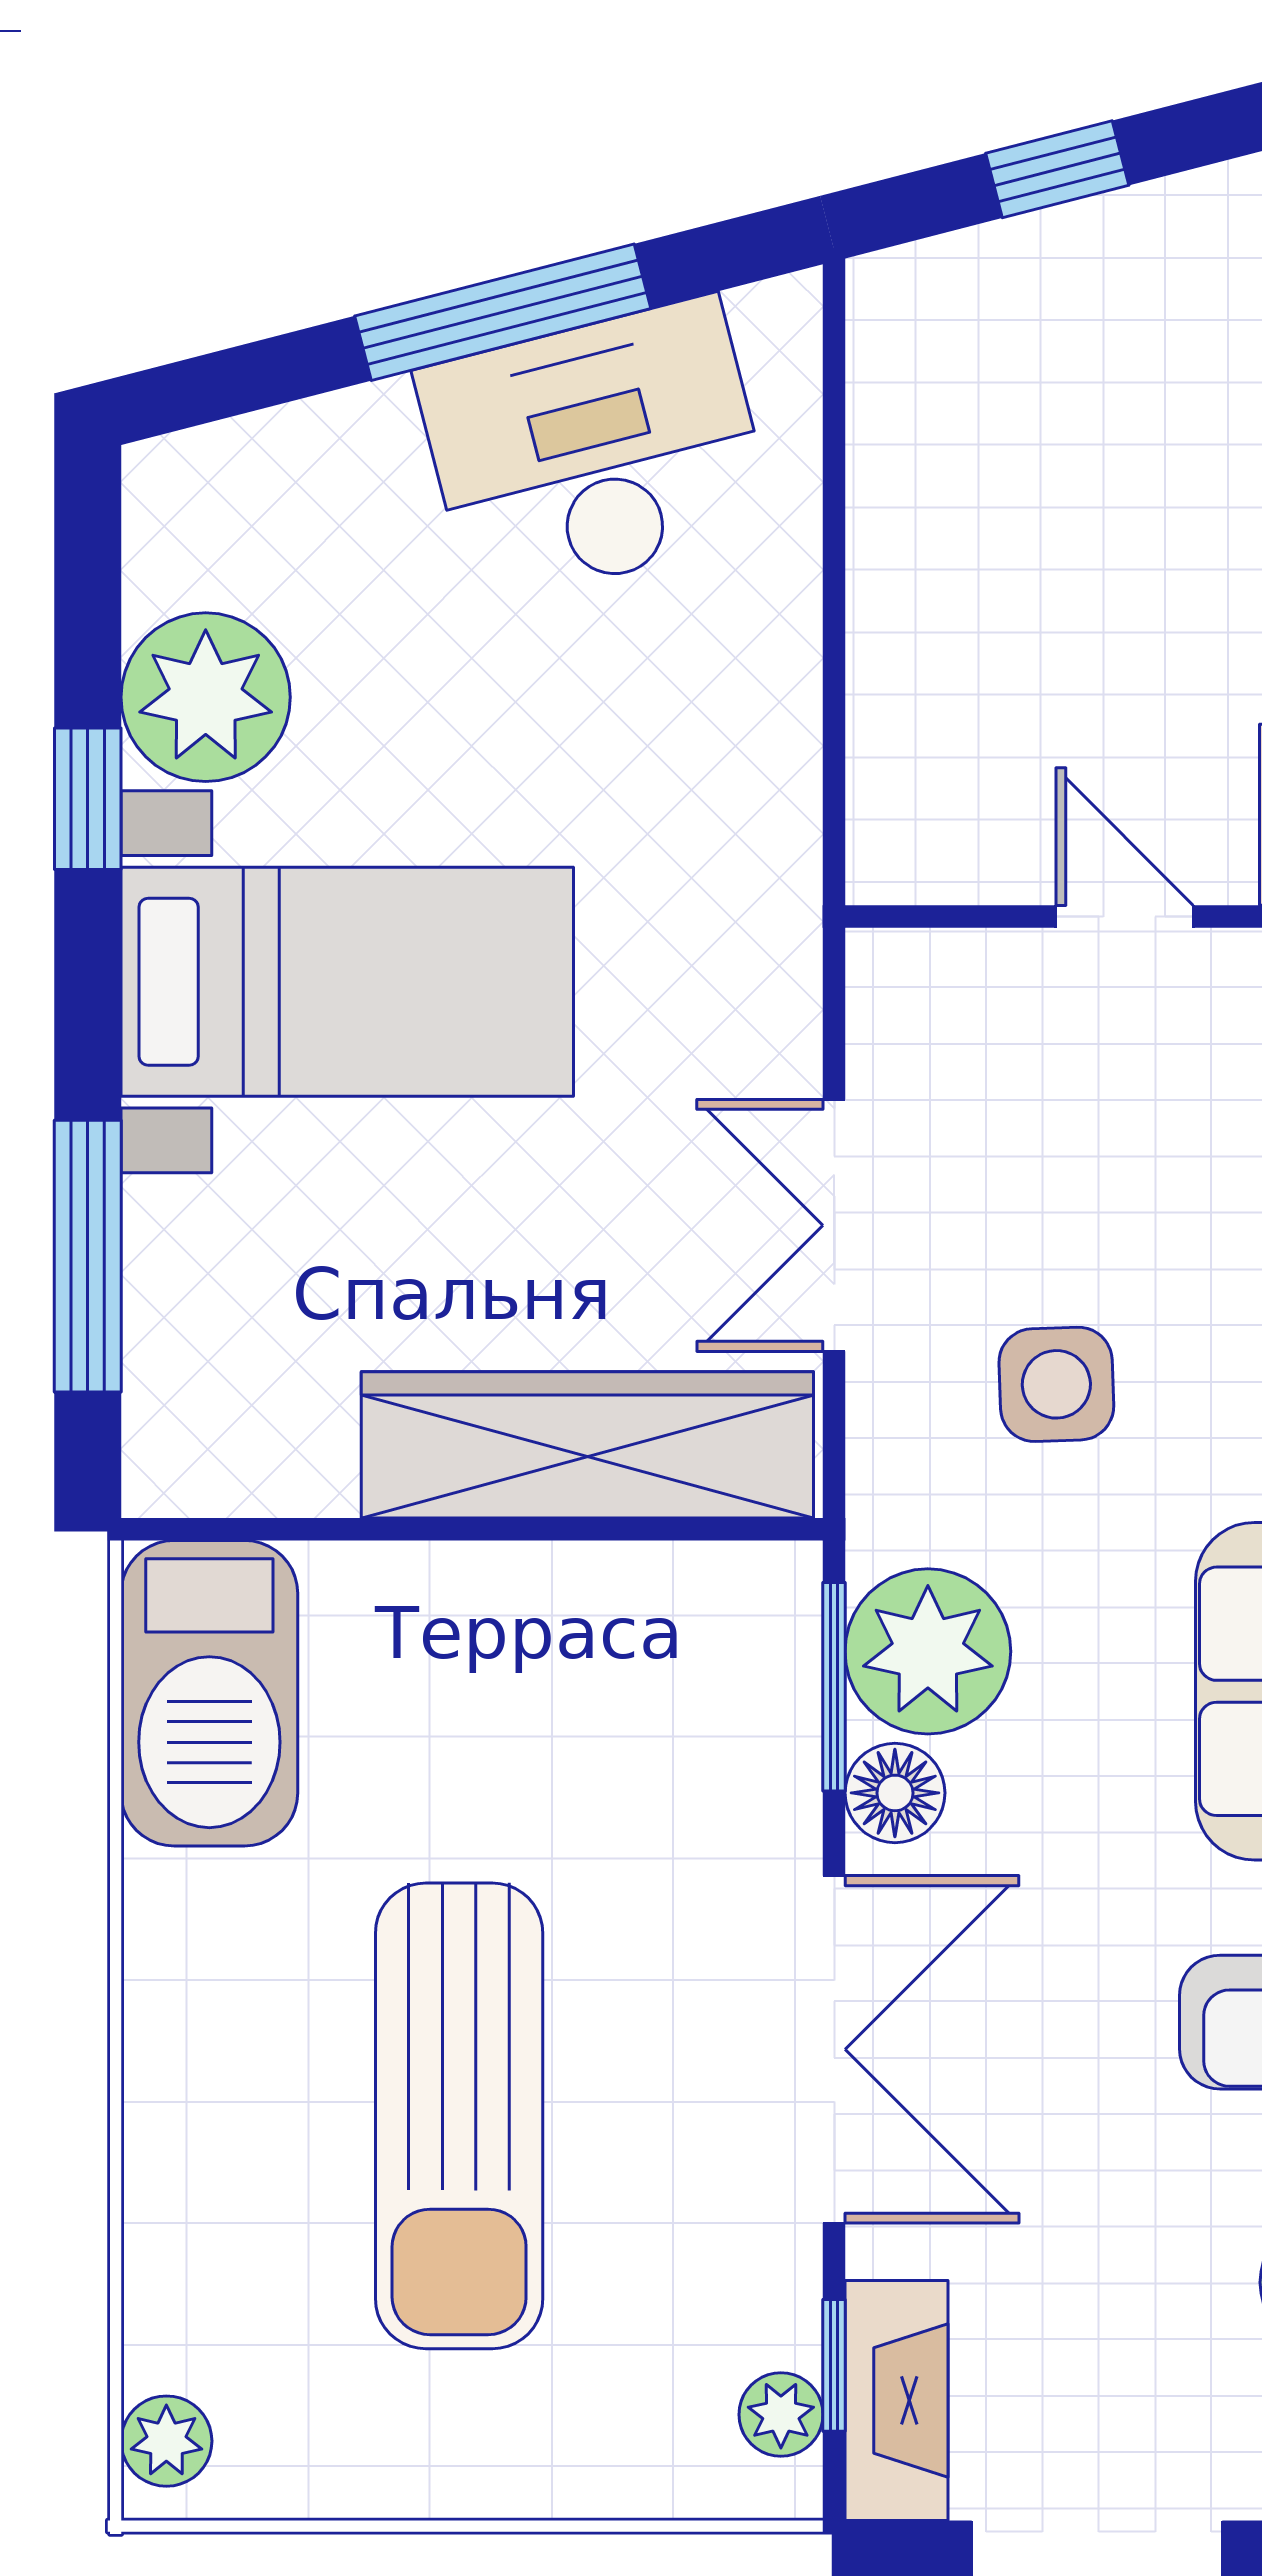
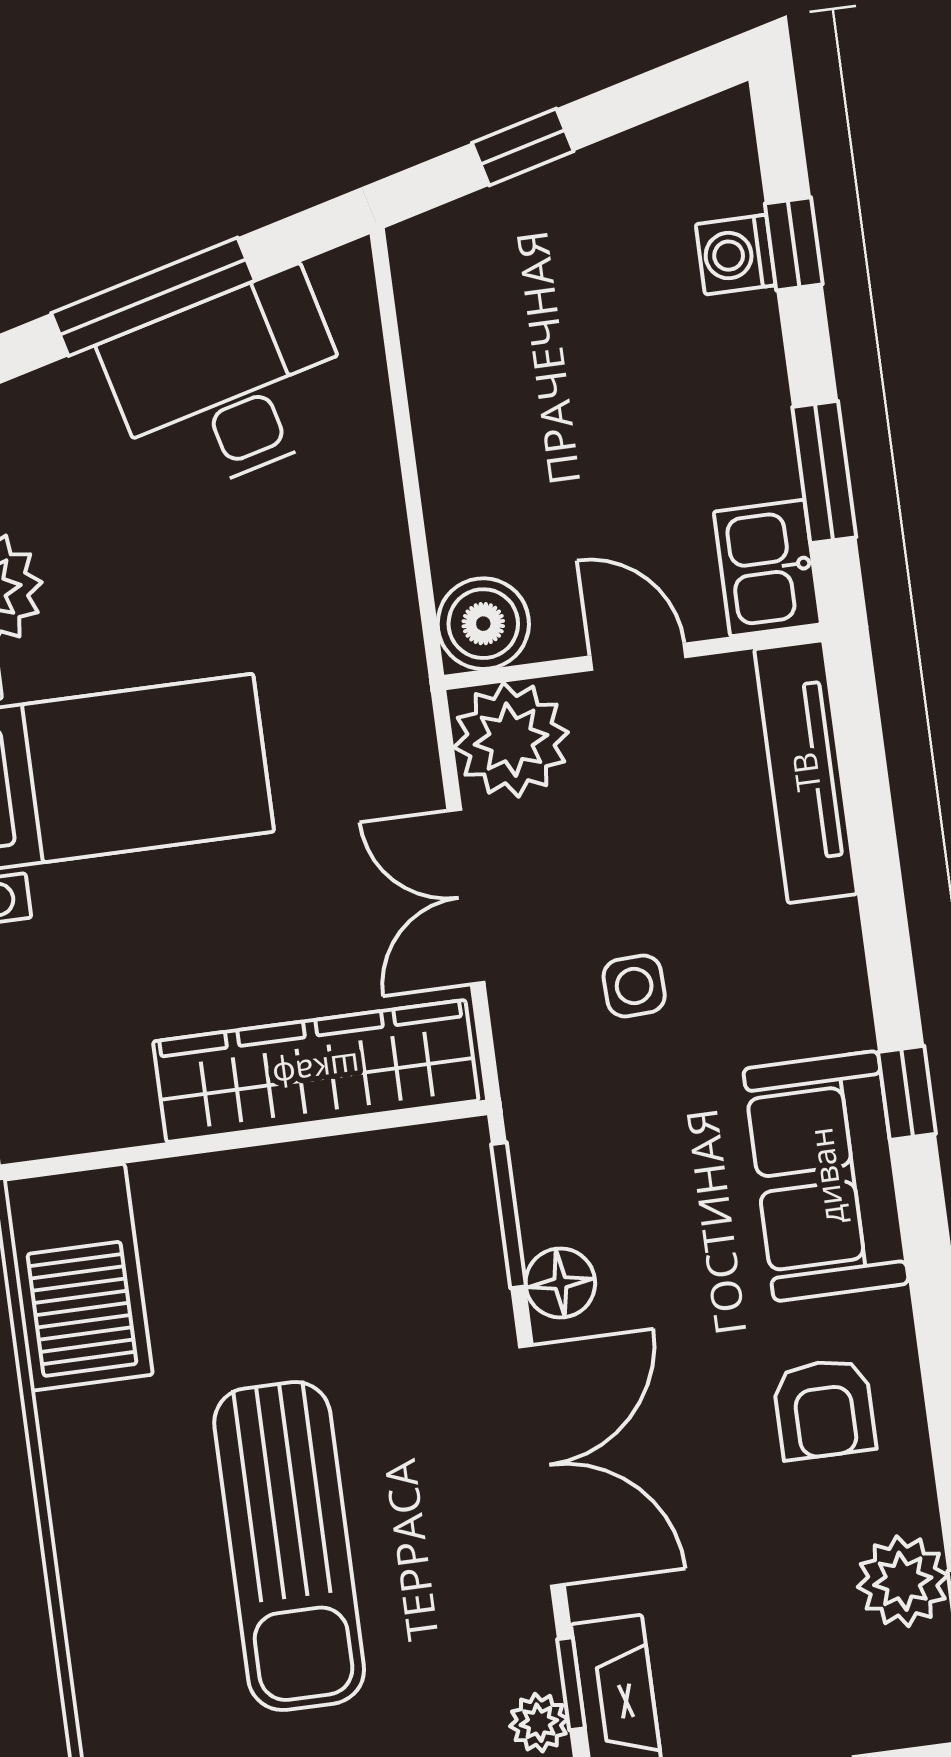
boiler: (911, 840) -> (483, 624), added
side table: (1056, 1384) -> (634, 986), width x0.73, depth x0.73
plant: (928, 1651) -> (511, 740), moved

